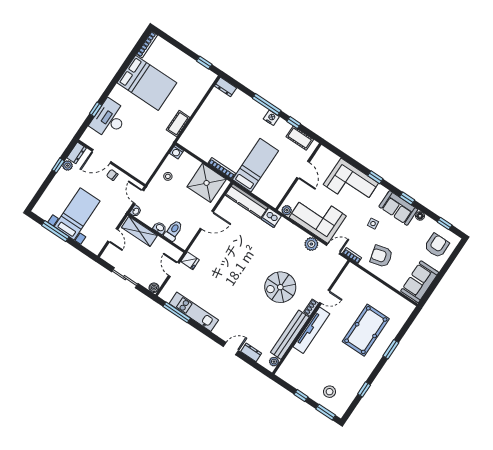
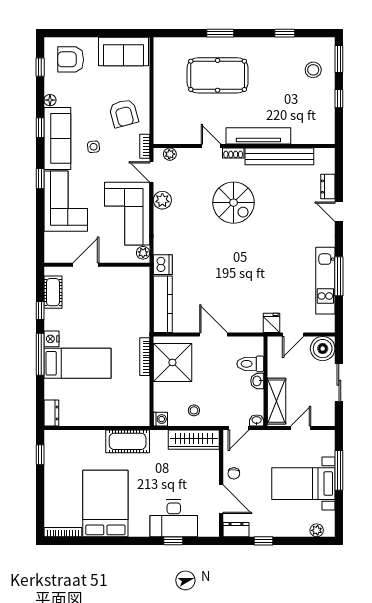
cot: (178, 124) -> (128, 441), width x1.37, depth x1.34
wardrobe: (150, 164) -> (194, 440), added
bed: (256, 165) -> (78, 363), moved, turned 180
plant: (67, 166) -> (317, 530), moved
sofa: (398, 208) -> (57, 138), width x1.36
window: (55, 231) -> (339, 470), moved
boiler: (154, 288) -> (323, 349), width x1.86, depth x1.86
window: (177, 312) -> (339, 276), moved
plant: (274, 362) -> (170, 154), moved

